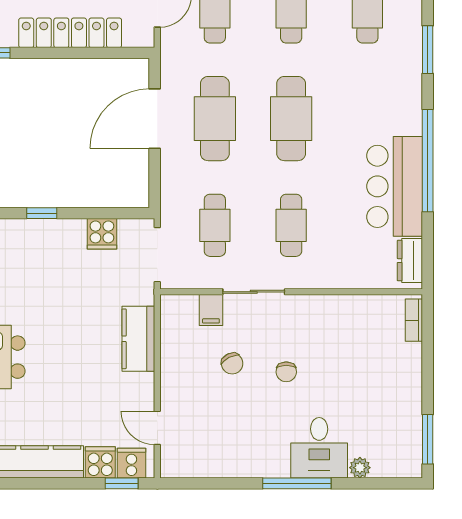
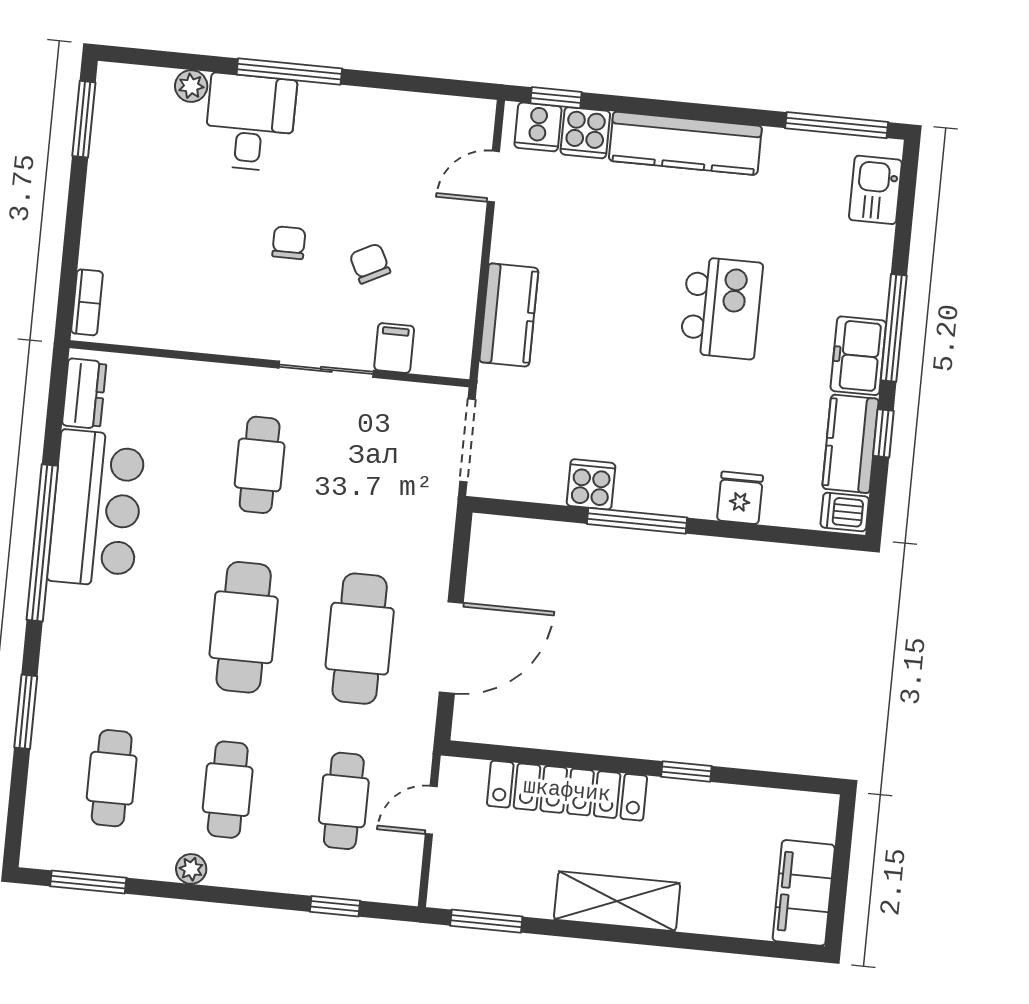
window: (42, 213) -> (637, 521), width x2.17
cafe table: (215, 225) -> (376, 476), removed
cooker: (102, 234) -> (591, 484), moved
door: (157, 428) -> (493, 177), swing flipped

